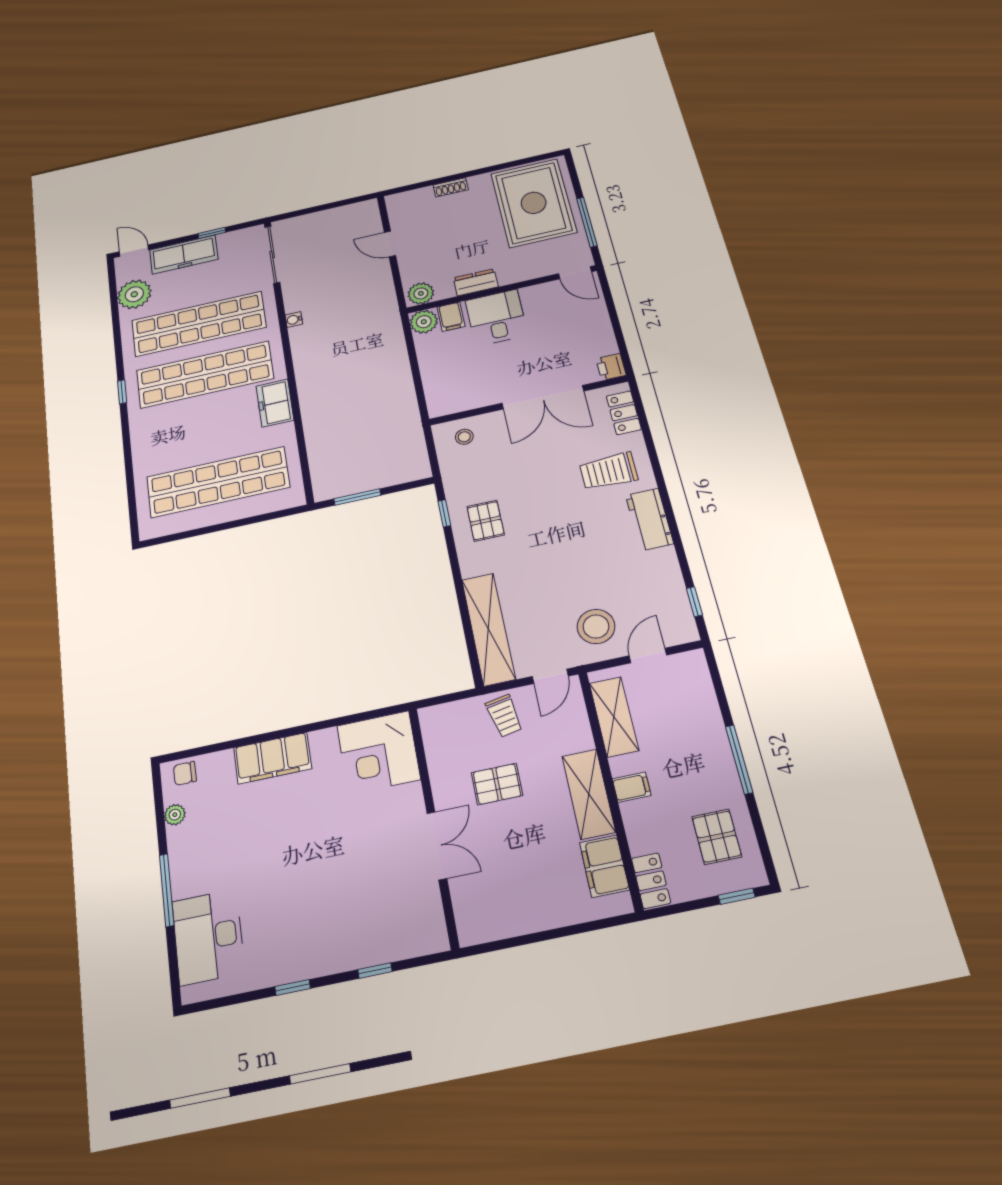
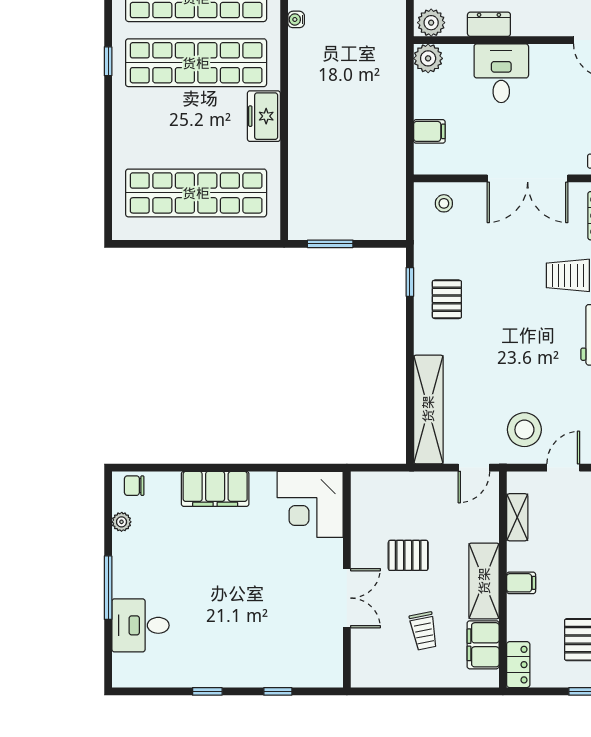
filing cabinet: (451, 317) -> (429, 131), moved, turned -90
trolley: (504, 716) -> (424, 631), moved
shelving: (614, 717) -> (517, 517), width x0.67, depth x0.75
desk: (208, 937) -> (140, 625), width x0.73

